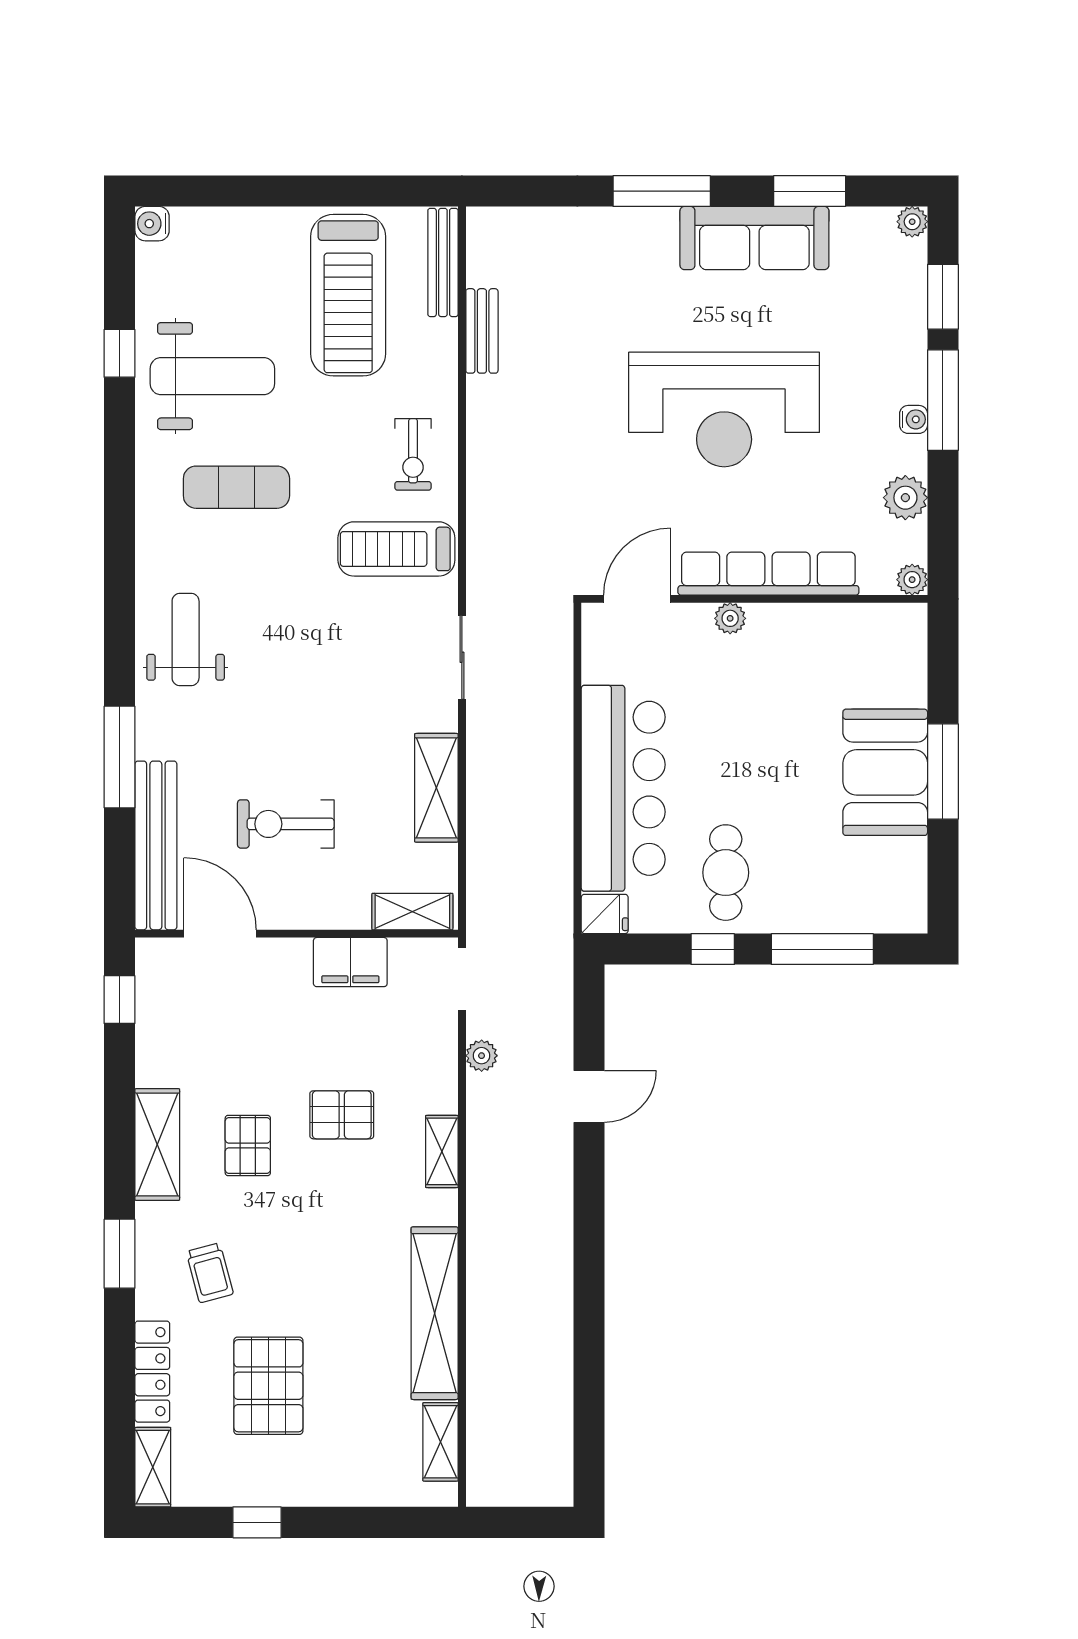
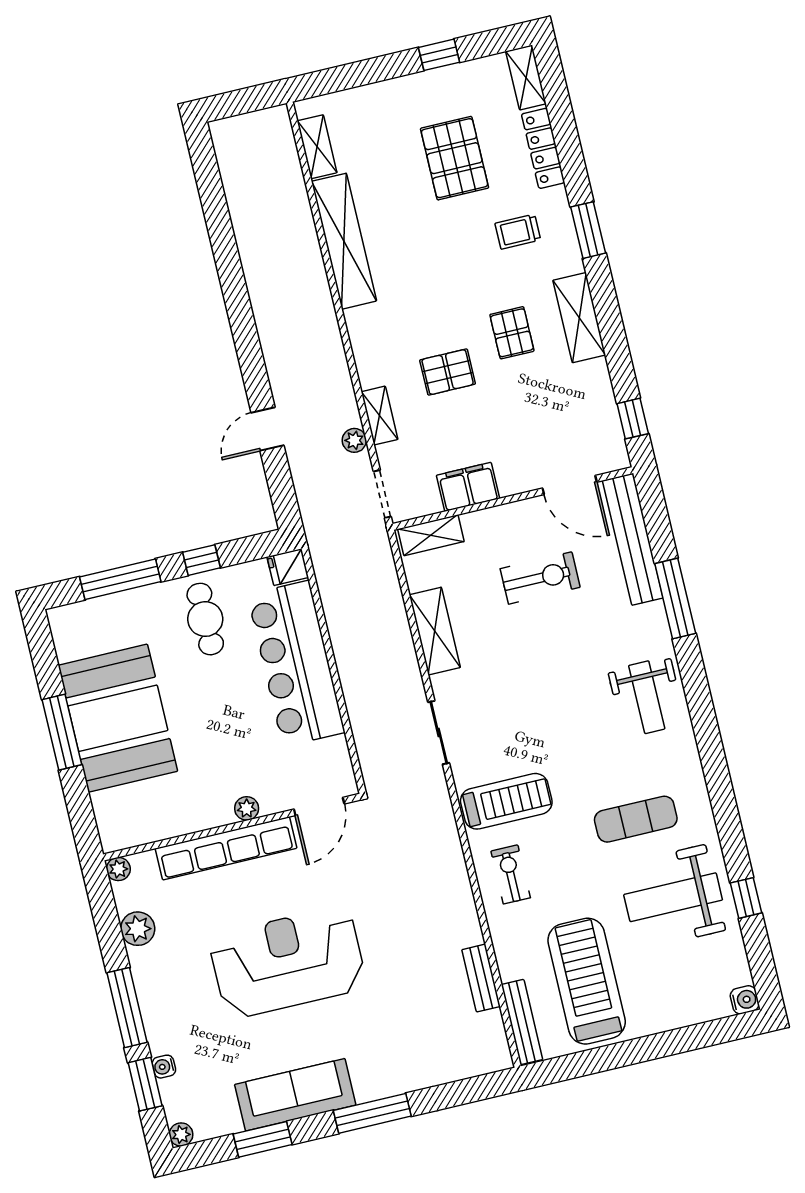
water cooler: (914, 419) -> (164, 1067), moved
booth: (885, 772) -> (118, 718), width x1.36, depth x1.42
shelving: (442, 1151) -> (380, 416), moved
trolley: (210, 1273) -> (518, 232), turned -75

